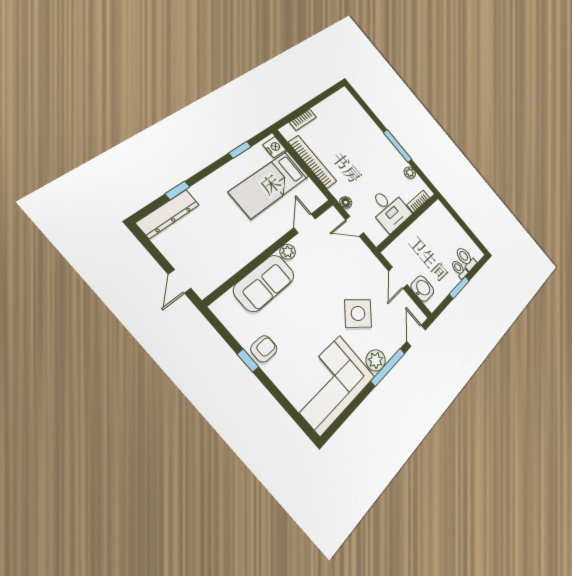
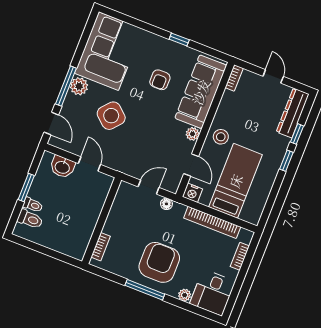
nightstand: (274, 147) -> (192, 193), moved
window: (240, 150) -> (286, 161), moved
armchair: (376, 159) -> (159, 262), added
plant: (410, 173) -> (185, 295), moved
desk: (389, 209) -> (213, 293), moved, turned -90
stool: (261, 233) -> (221, 137), added
door: (180, 281) -> (273, 76), moved
sofa: (264, 283) -> (201, 92), width x1.36
bookcase: (211, 286) -> (234, 78), added
armchair: (264, 349) -> (160, 80), moved

